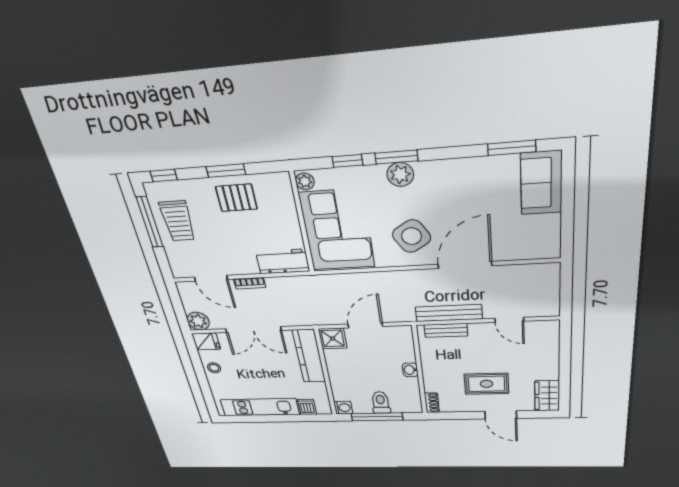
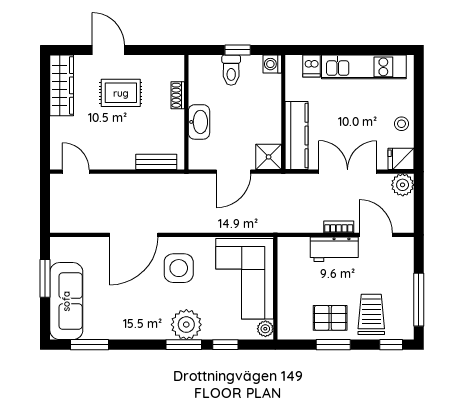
plant: (400, 174) -> (186, 325), width x1.36, depth x1.36
sofa: (541, 183) -> (66, 301), width x1.36
window: (567, 216) -> (45, 278), added
trolley: (178, 221) -> (371, 314), moved
side table: (412, 236) -> (179, 268), turned 32
workbench: (283, 261) -> (334, 249), moved
bench: (449, 313) -> (152, 182), removed
door: (509, 320) -> (76, 172), moved
washbasin: (410, 370) -> (199, 122), width x1.91, depth x1.45
wardrobe: (547, 396) -> (62, 85), width x1.50
shoe rack: (432, 403) -> (178, 95), moved
window: (377, 417) -> (238, 50), width x0.46

